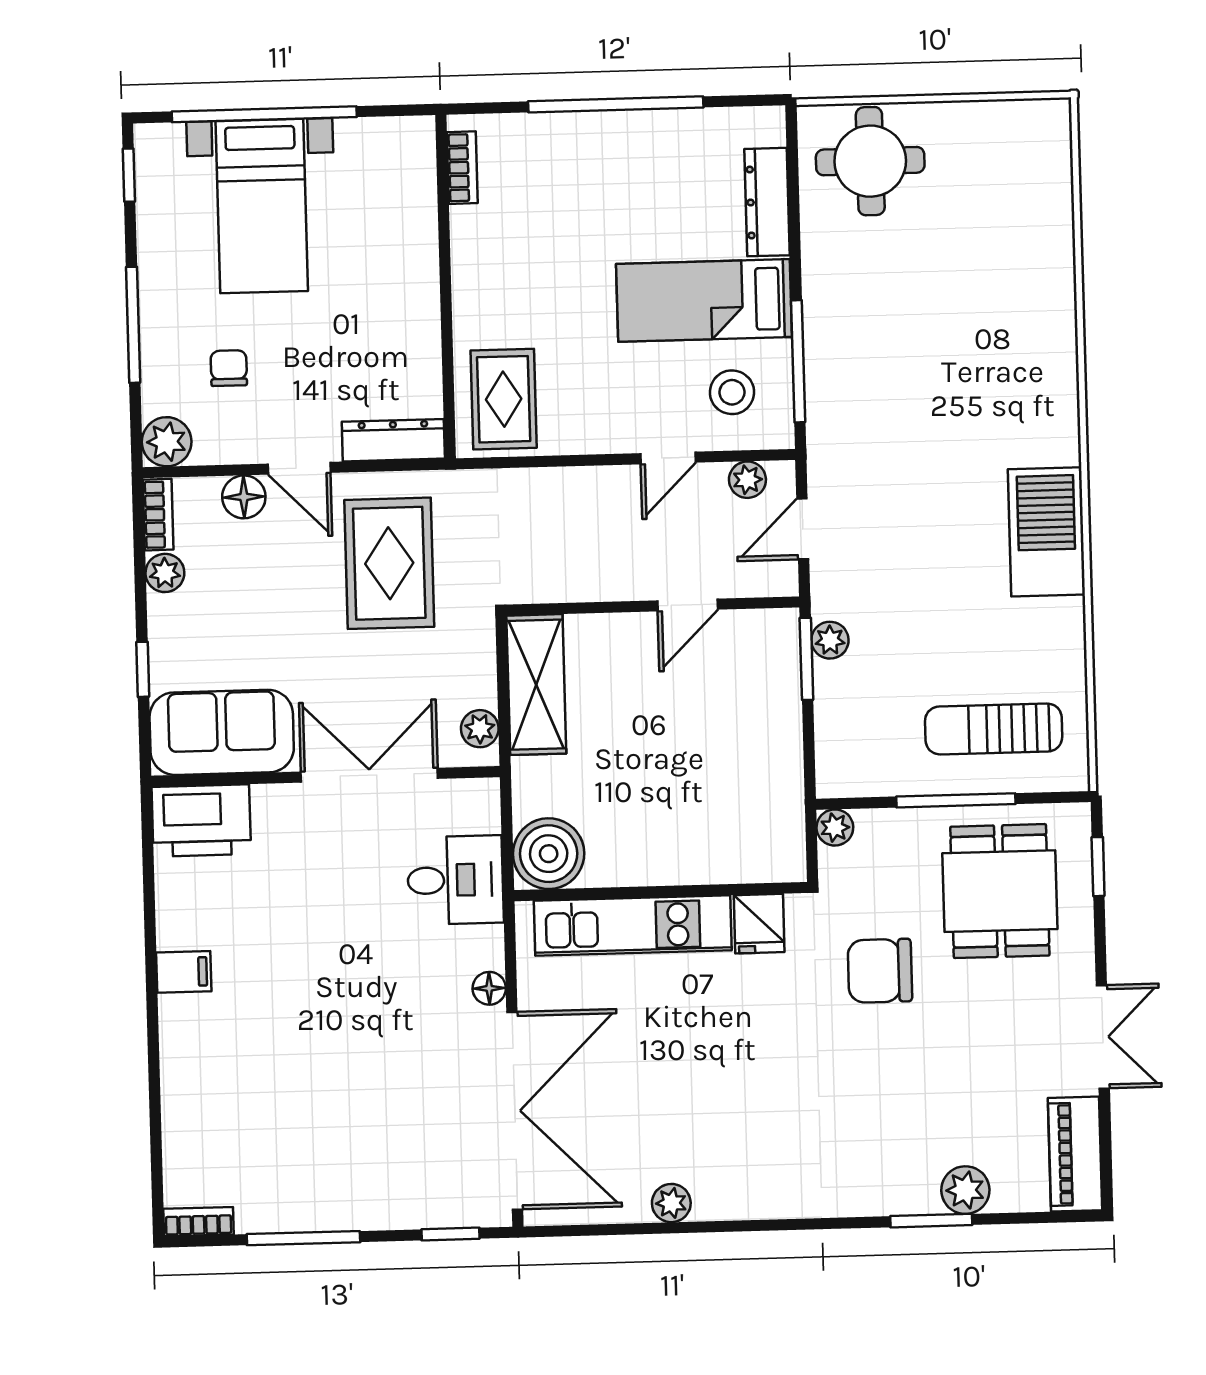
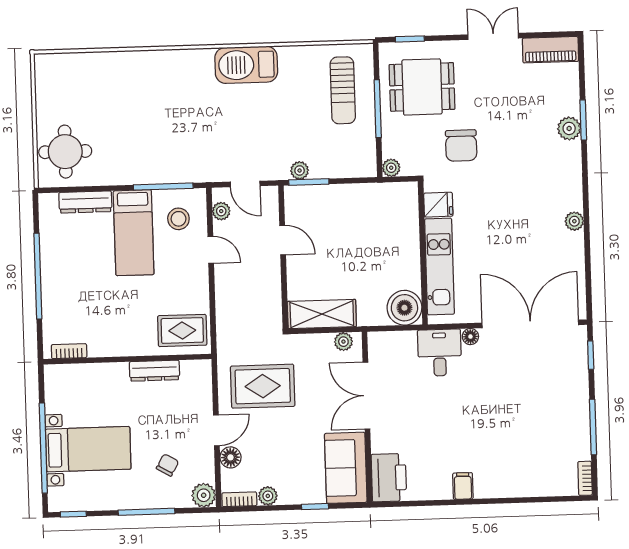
chair: (229, 368) -> (168, 465), turned 120
dresser: (393, 440) -> (154, 371), moved, turned -90
desk: (455, 880) -> (440, 353), moved
plant: (965, 1190) -> (569, 128), moved
plant: (671, 1203) -> (574, 221), moved

